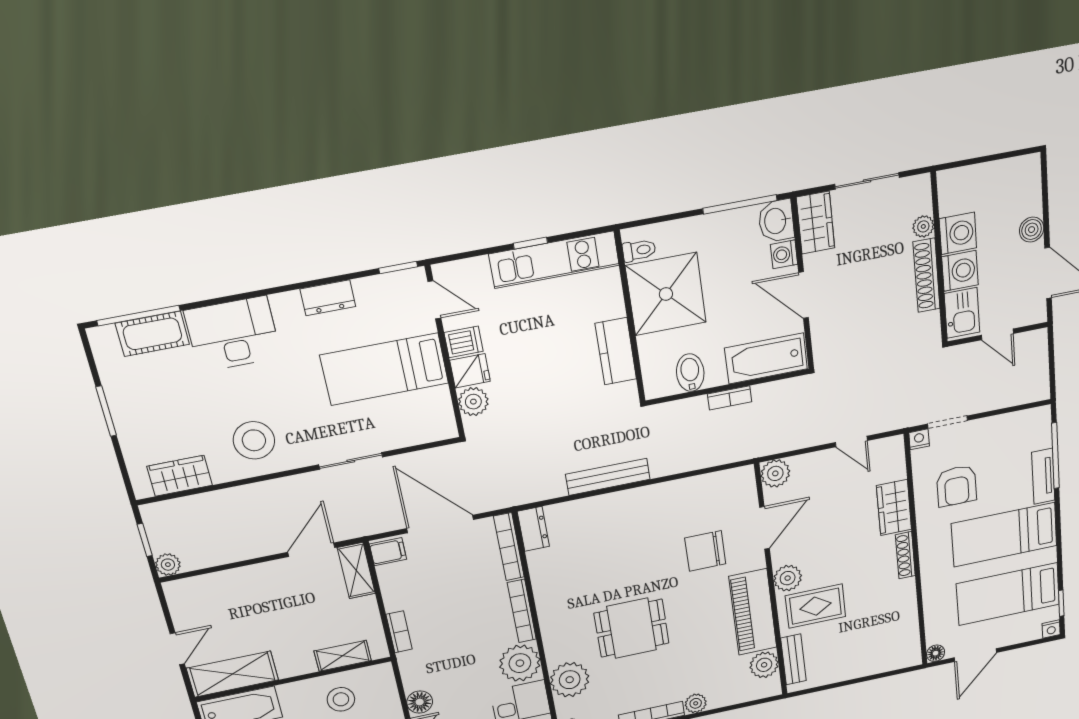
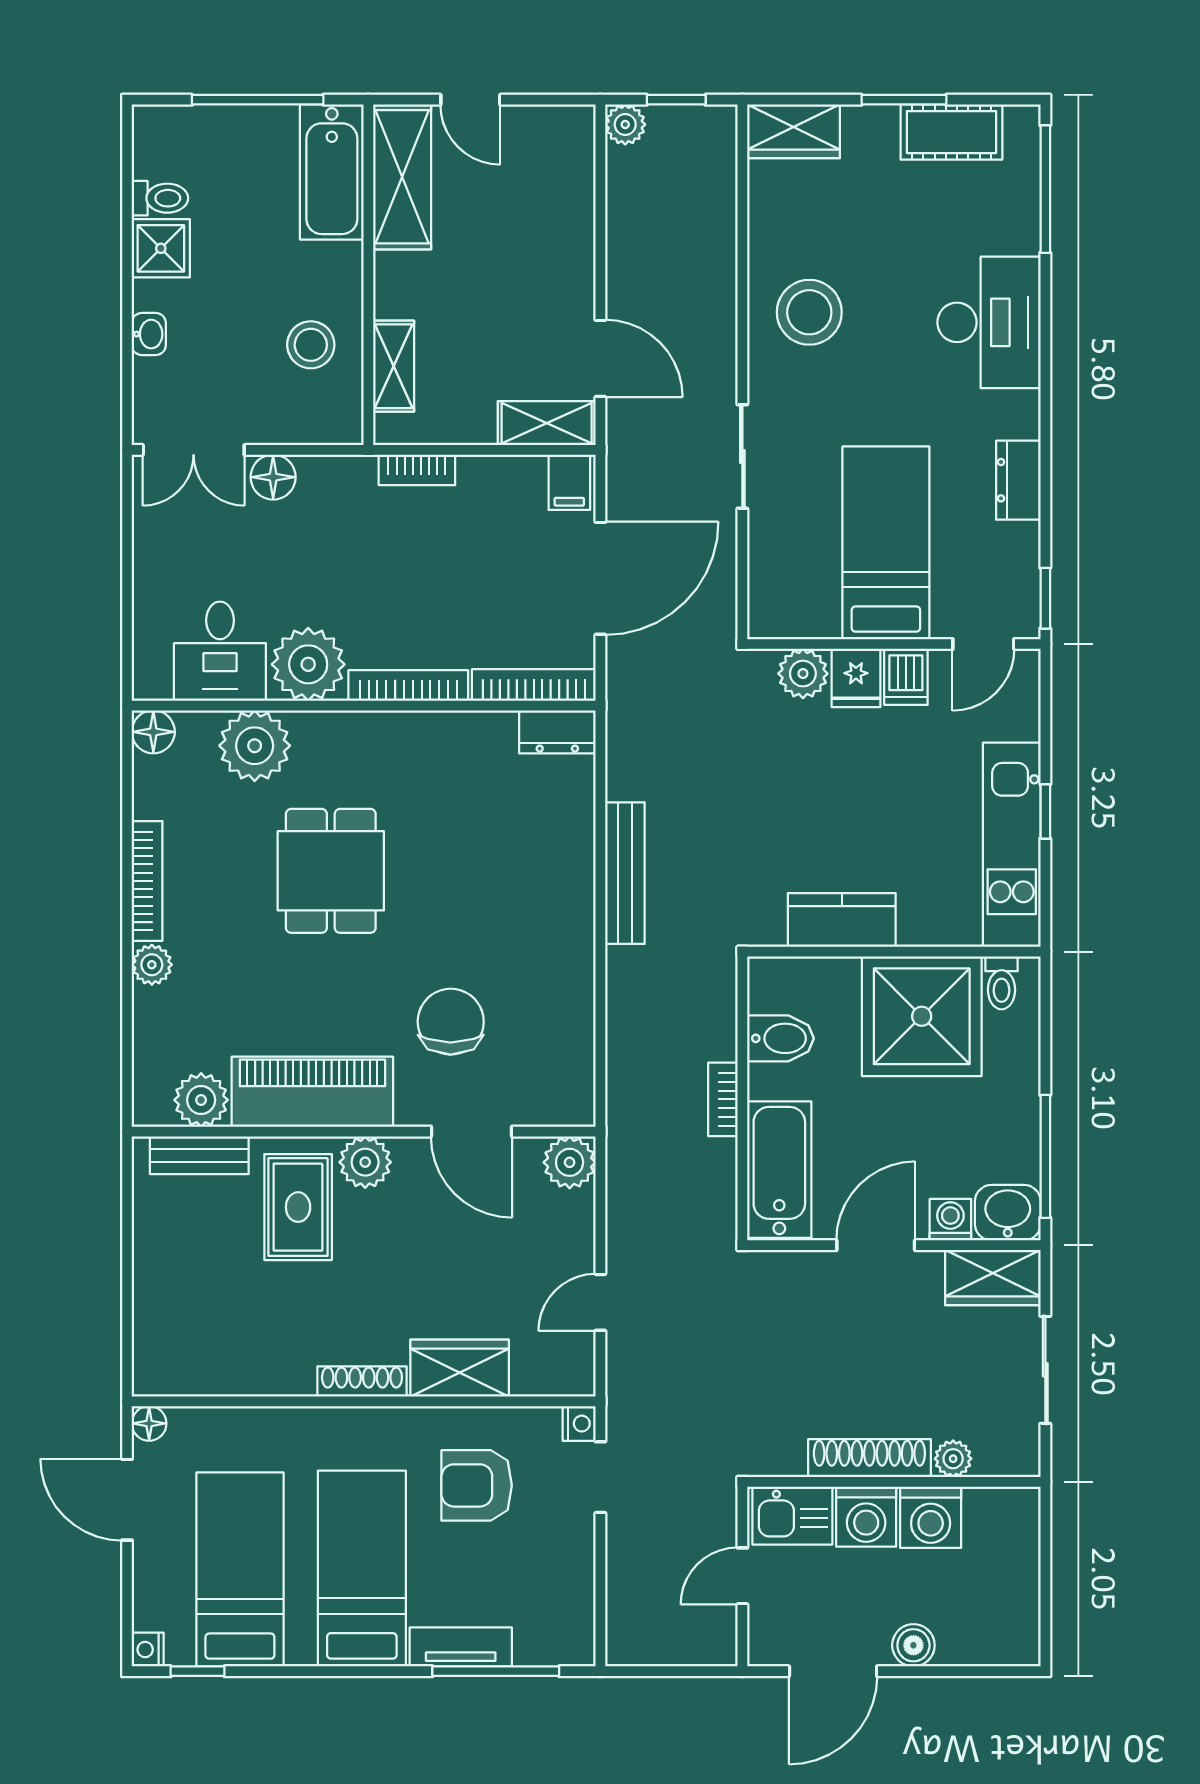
cot: (152, 334) -> (951, 132), moved, turned 90
wardrobe: (180, 476) -> (793, 131), moved, turned 90

